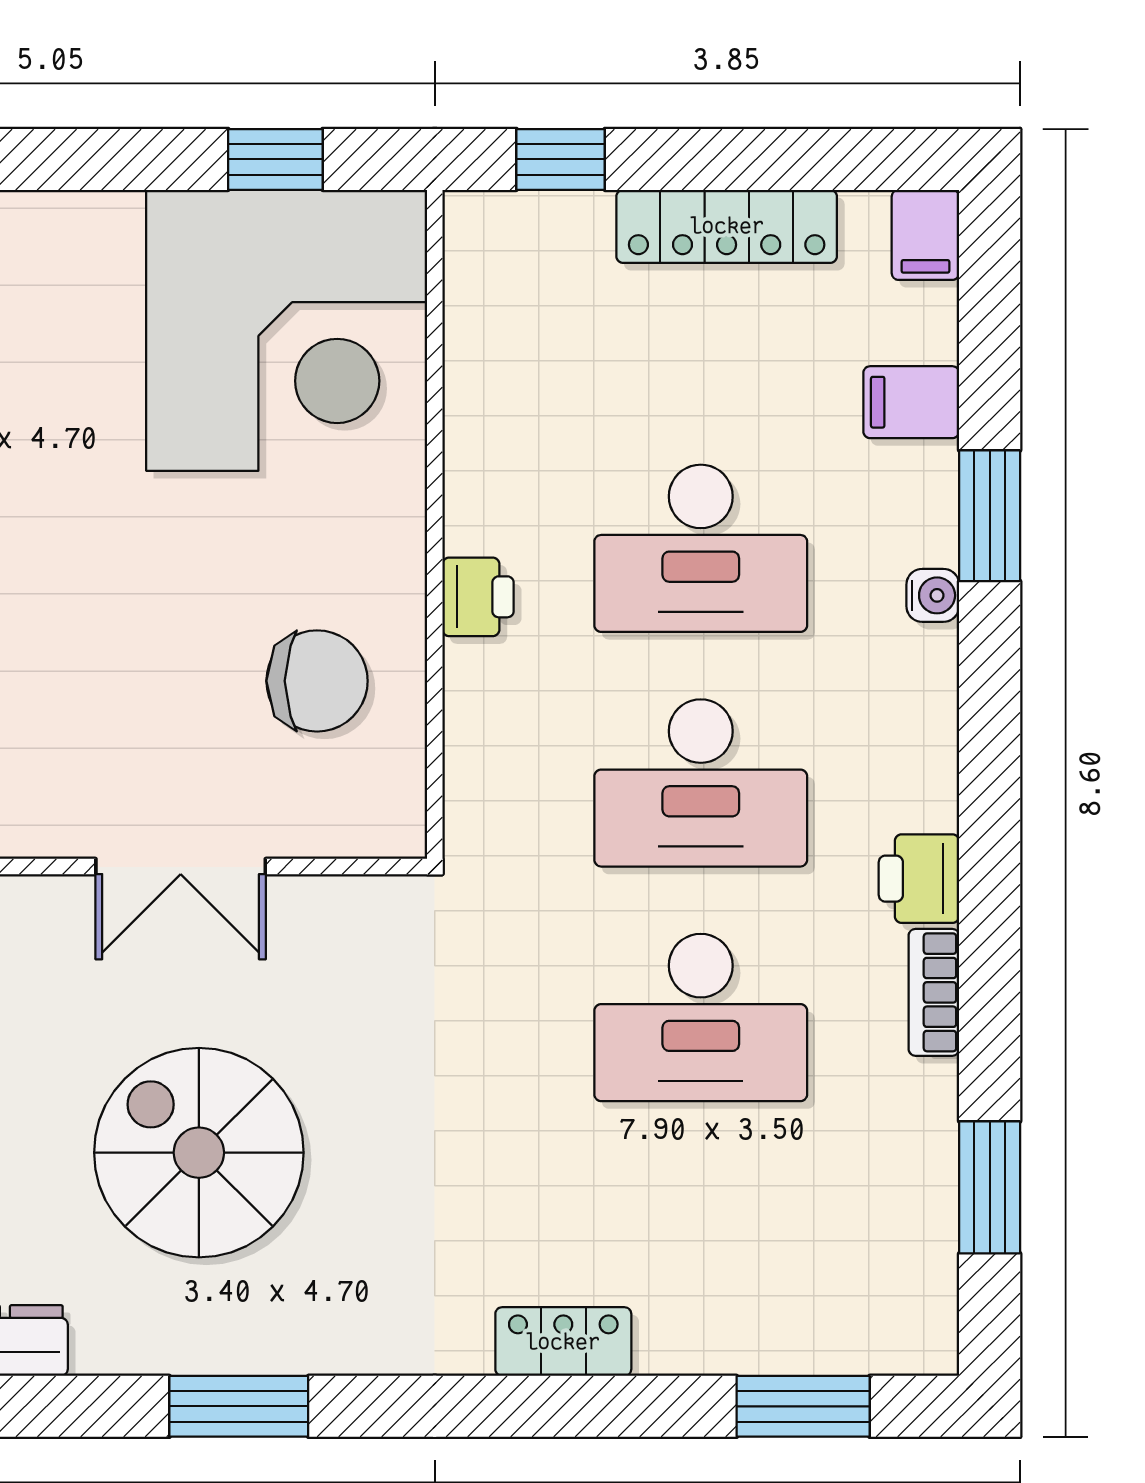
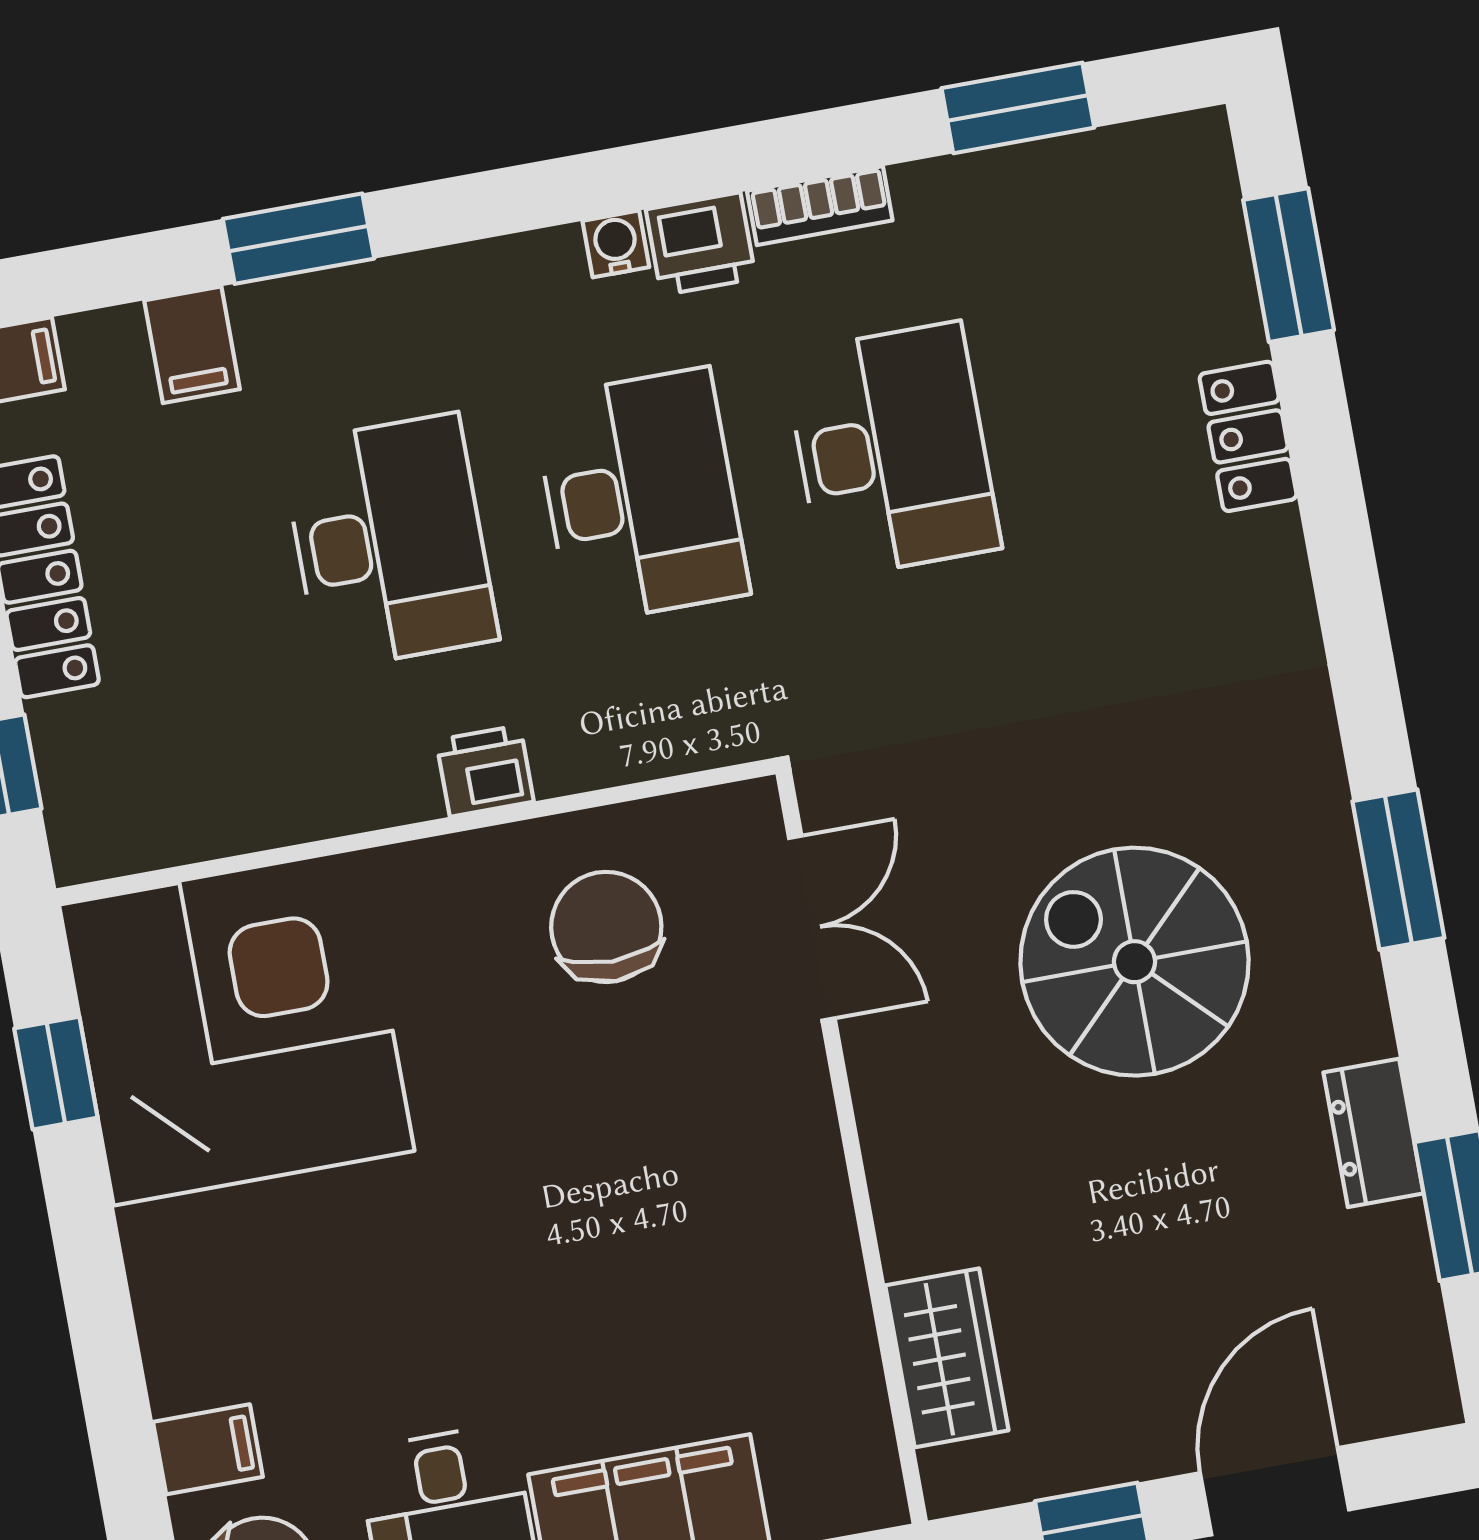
water cooler: (933, 595) -> (616, 244), moved
double door: (181, 867) -> (812, 928), moved
spiral stairs: (199, 1153) -> (1134, 962), turned 90
locker: (563, 1342) -> (1248, 436), moved

